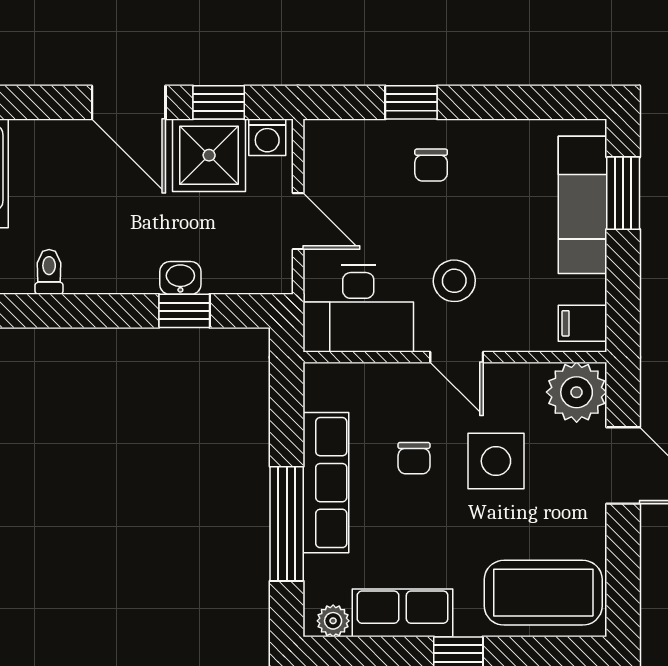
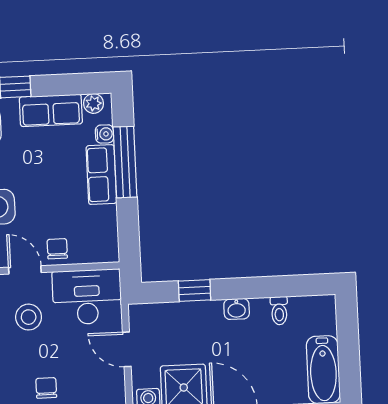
washbasin: (180, 278) -> (237, 309), moved
chair: (414, 458) -> (57, 249), moved
row of seats: (326, 483) -> (101, 175), width x0.68
water cooler: (318, 571) -> (105, 134), added

